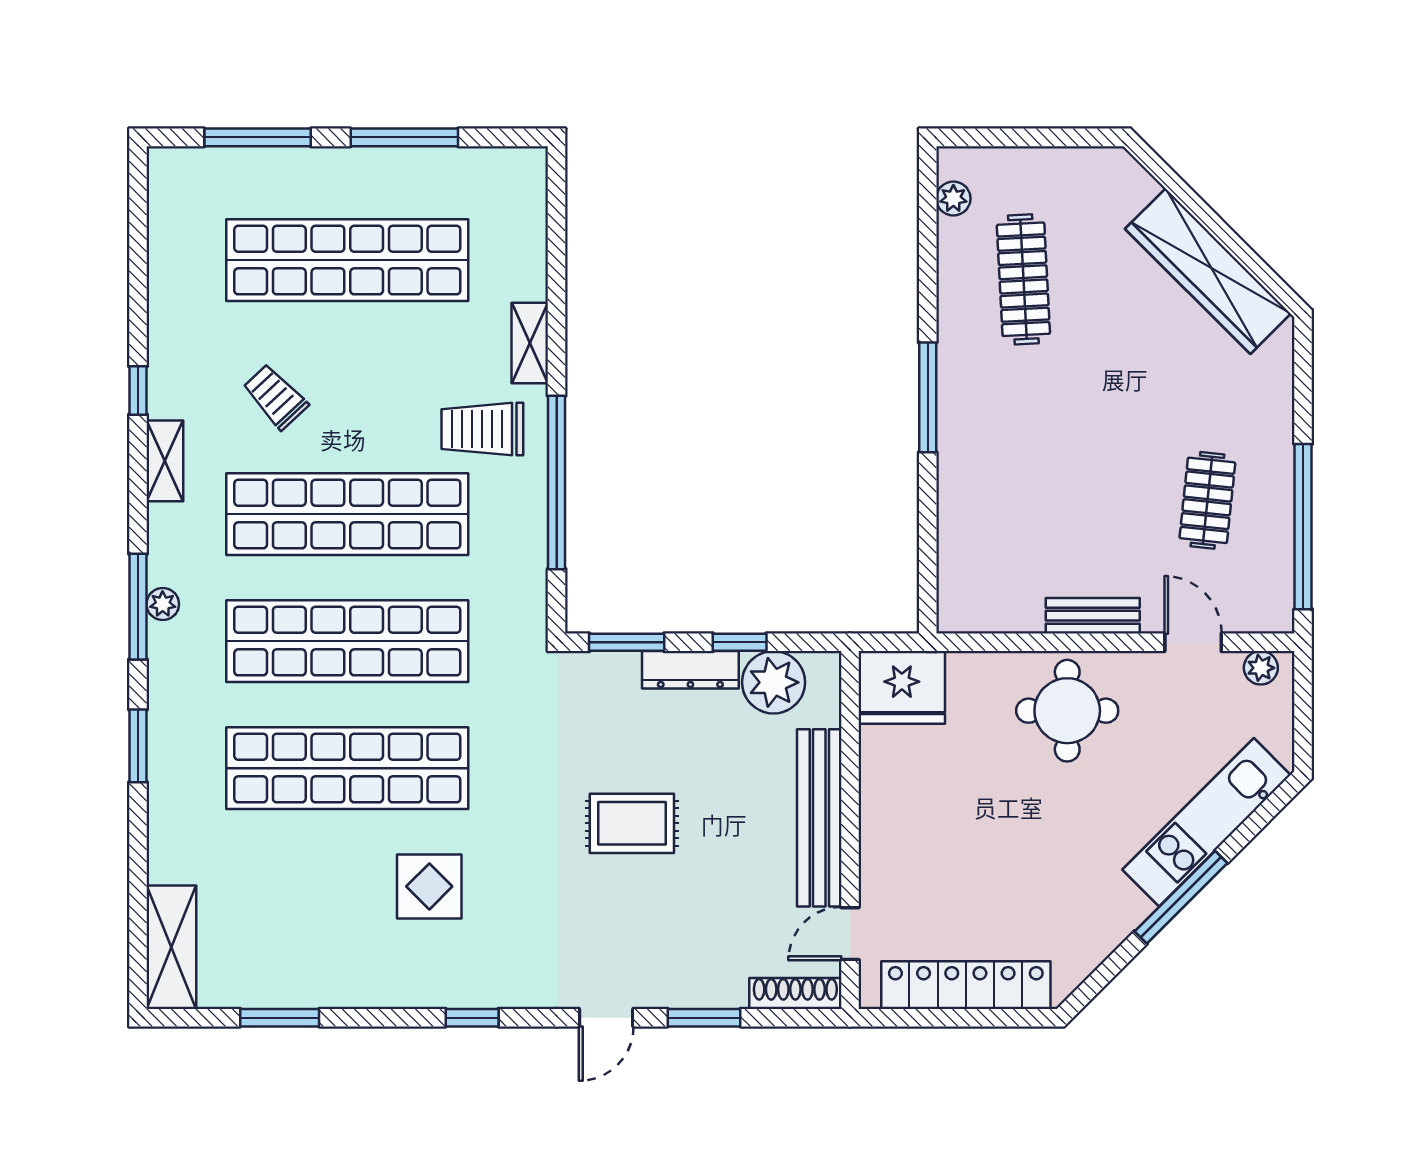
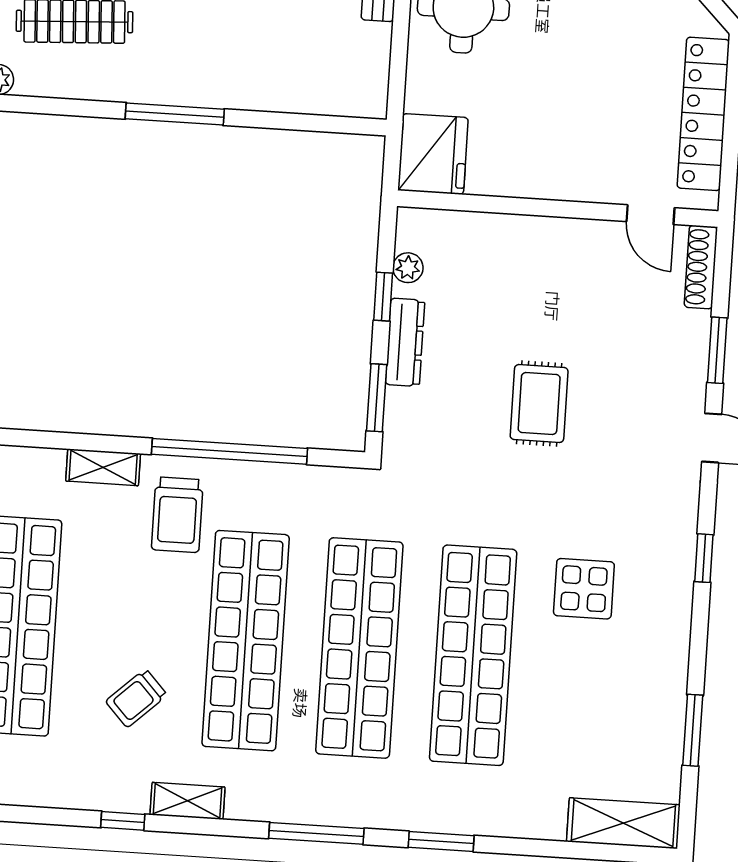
plant: (163, 604) -> (316, 811), removed
plant: (774, 682) -> (408, 268), width x0.53, depth x0.53
bench: (819, 818) -> (545, 235), removed

